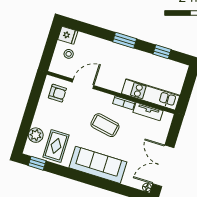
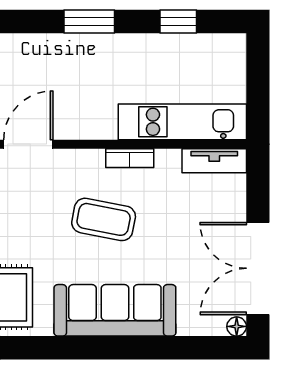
tv unit: (148, 112) -> (214, 161), moved

